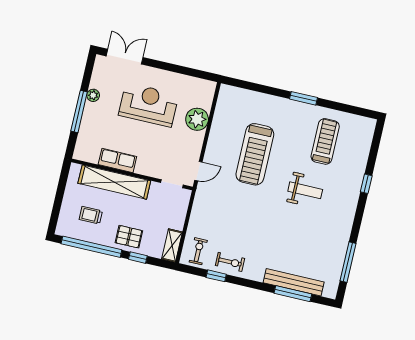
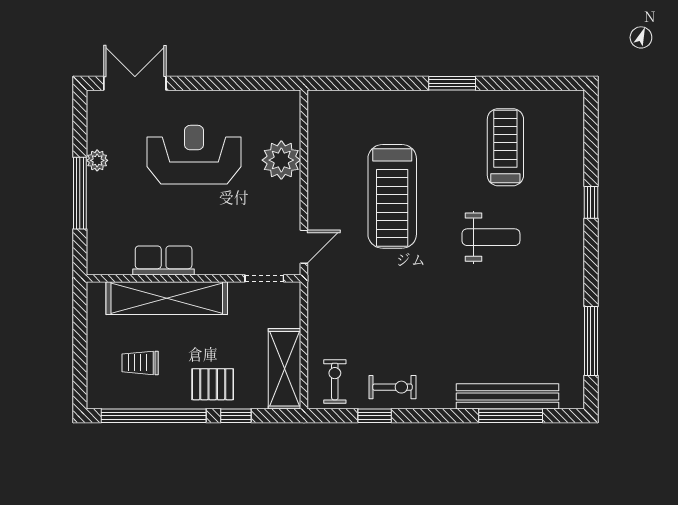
shelving: (172, 246) -> (285, 369), width x1.50, depth x1.33

